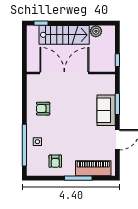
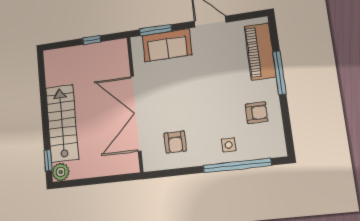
plant: (96, 31) -> (61, 172), moved
double door: (64, 73) -> (136, 113), moved
wall: (71, 73) -> (135, 104), moved

